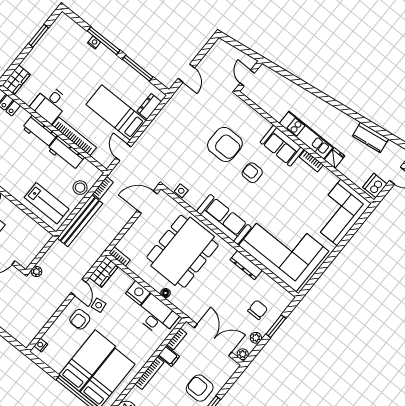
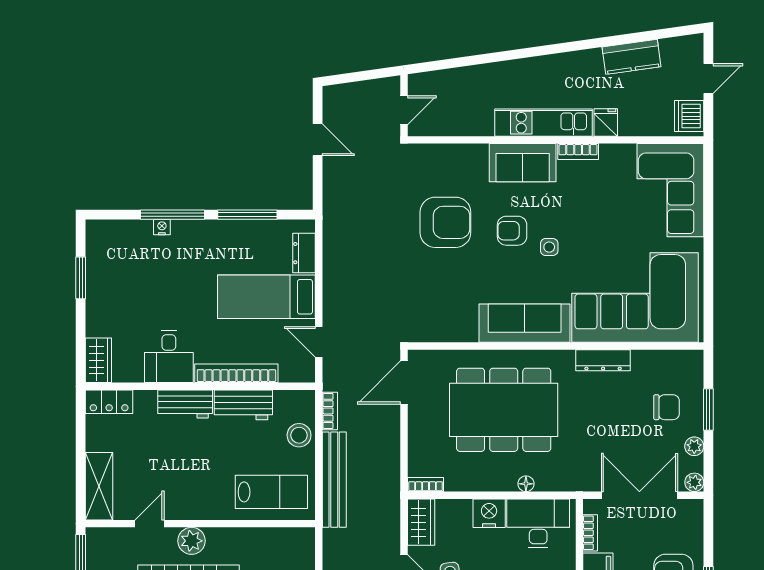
door: (186, 73) -> (318, 140), moved
door: (247, 78) -> (404, 110), swing flipped
side table: (181, 191) -> (549, 247), moved
dining table: (183, 251) -> (504, 410), turned 90
chair: (258, 310) -> (666, 407), turned 90

